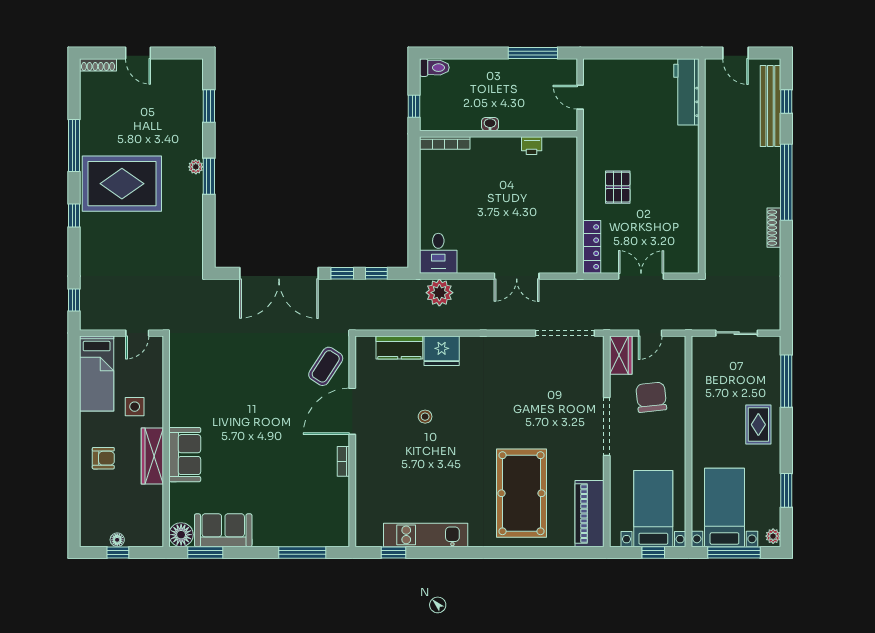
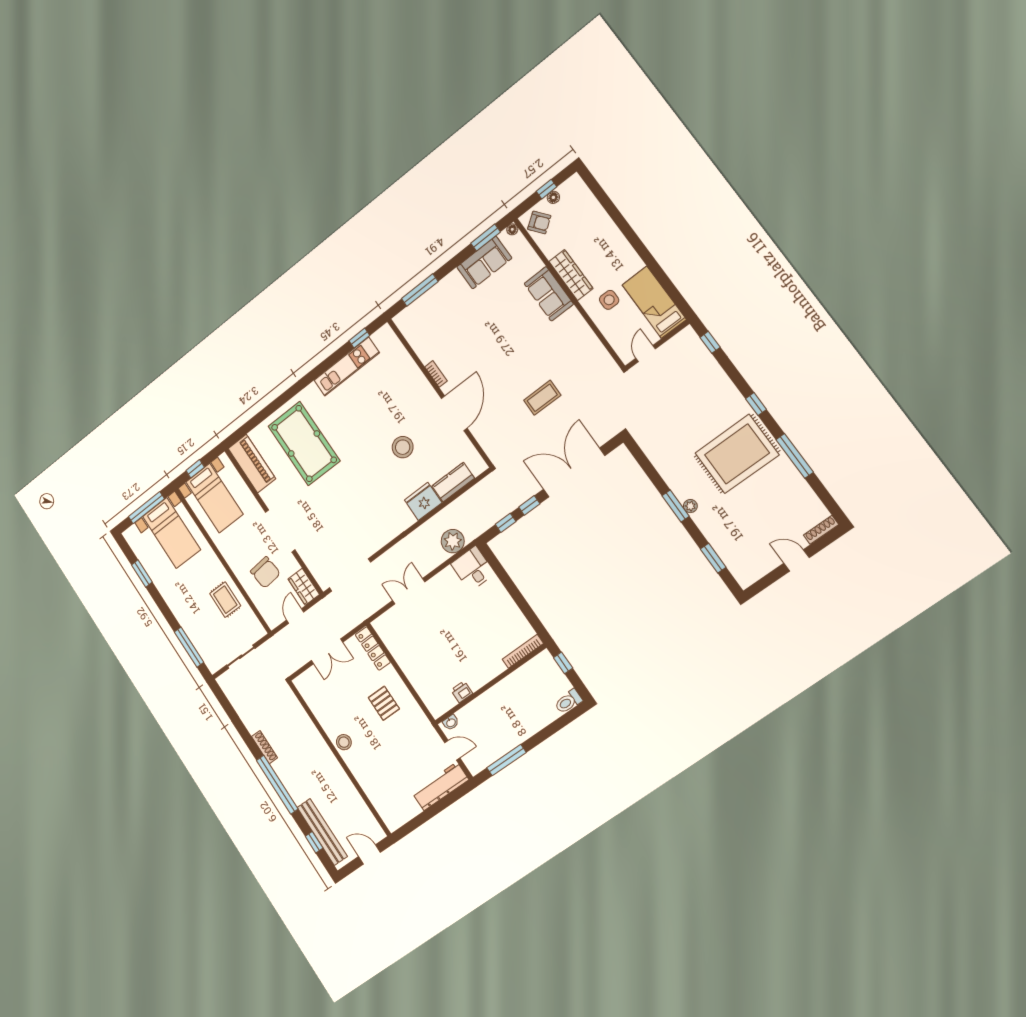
workbench: (686, 92) -> (440, 786), moved, turned -90
washbasin: (490, 124) -> (451, 723), moved
stool: (686, 177) -> (344, 742), added
coffee table: (326, 366) -> (542, 398), moved, turned 57
stool: (425, 417) -> (403, 447), width x1.89, depth x1.89
rug: (758, 425) -> (225, 600), moved
armchair: (103, 458) -> (539, 222), moved, turned -127
floor lamp: (181, 535) -> (512, 229), width x0.53, depth x0.53
plant: (773, 536) -> (130, 537), removed

